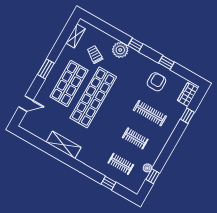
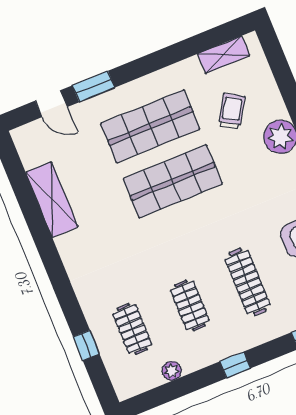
window: (46, 69) -> (94, 86), moved
shop shelf: (93, 97) -> (173, 181), width x0.71
shelving: (64, 145) -> (52, 200), moved
window: (153, 176) -> (235, 365), moved

